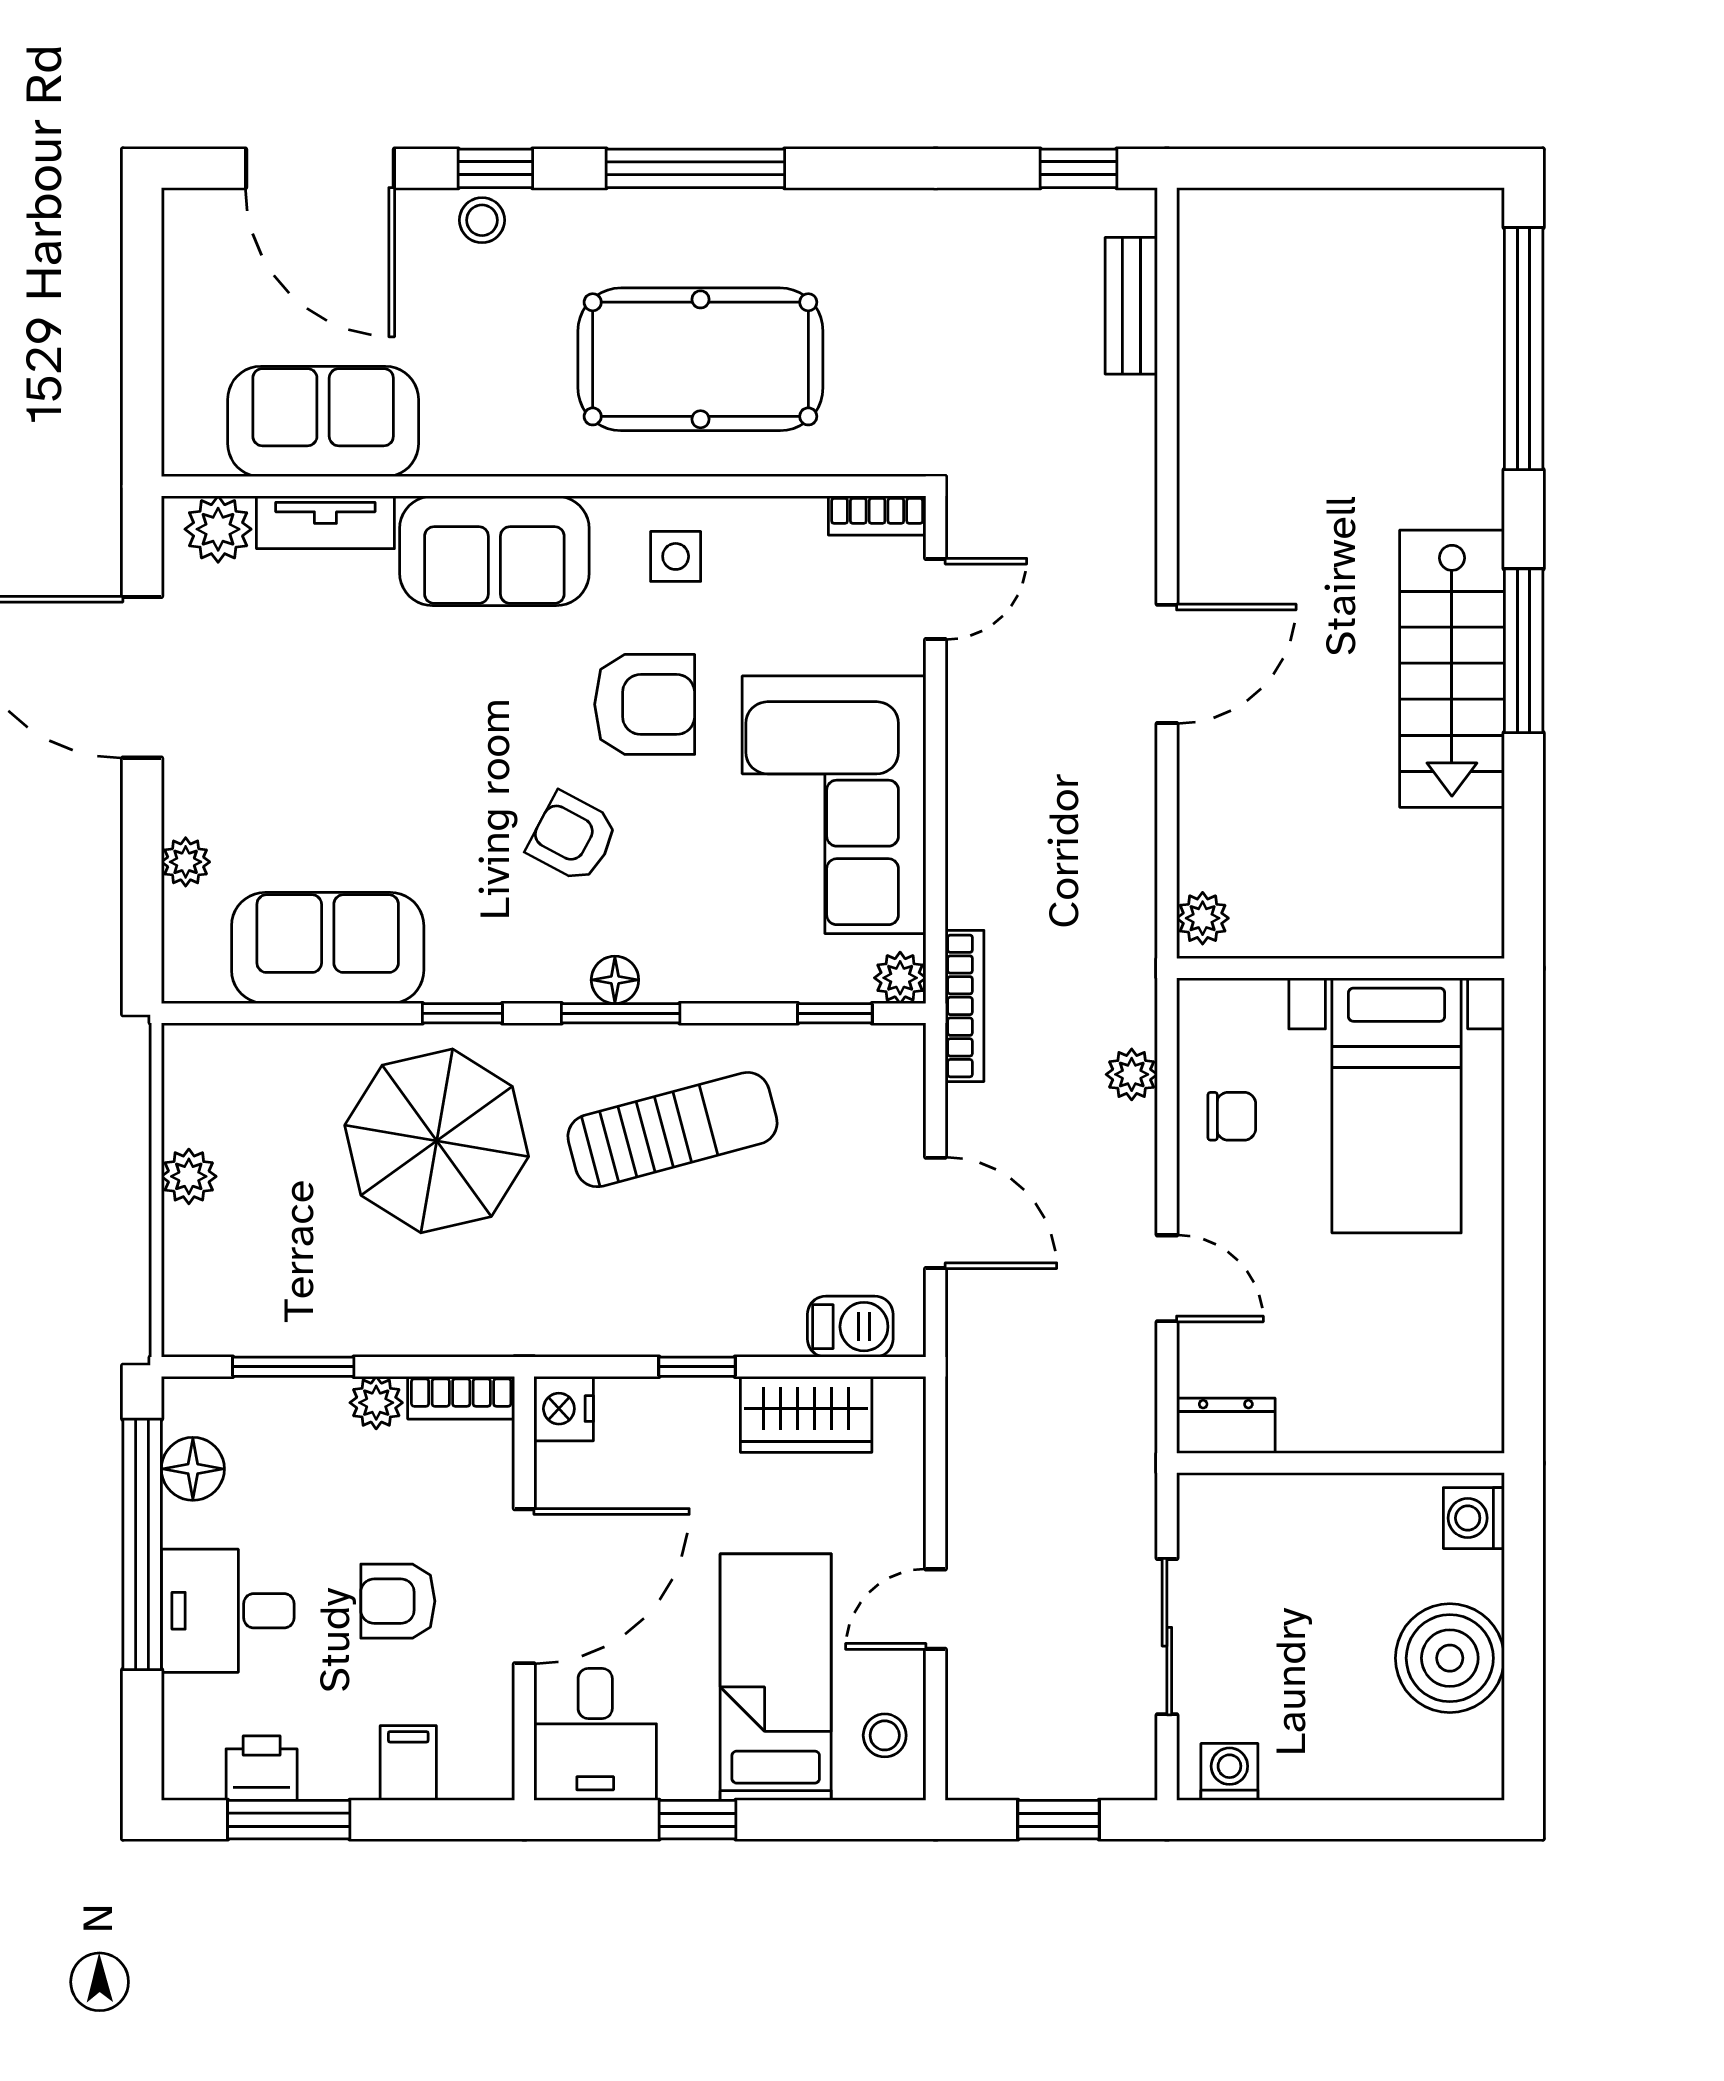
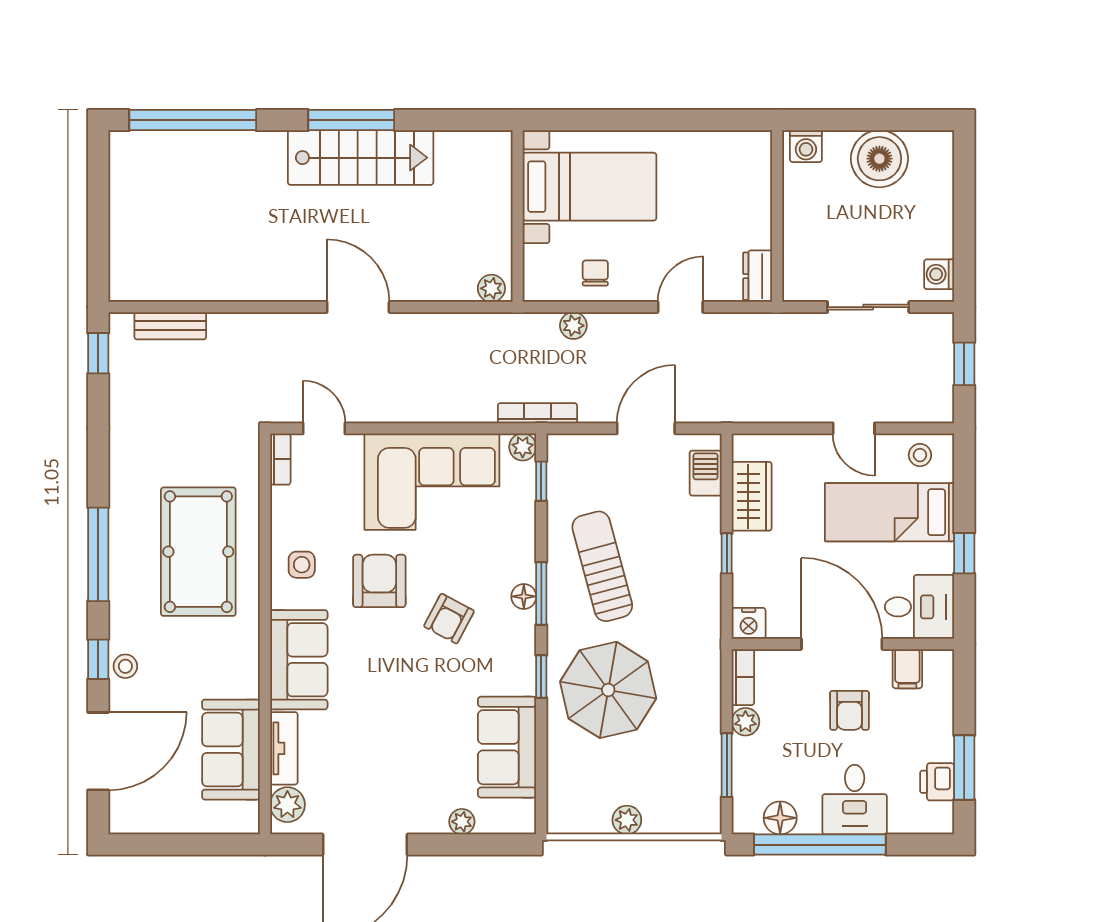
filing cabinet: (408, 1763) -> (907, 669), moved, turned -90

